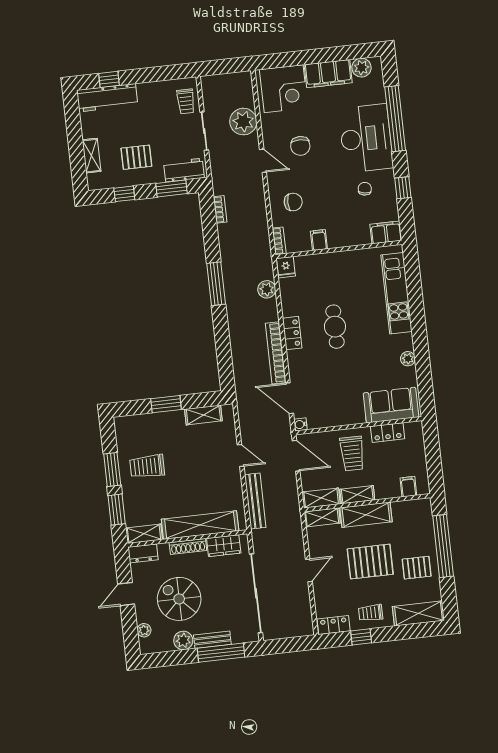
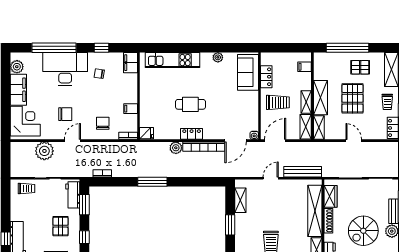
plant: (267, 289) -> (176, 148), moved
pallet: (417, 568) -> (360, 67), turned 90

